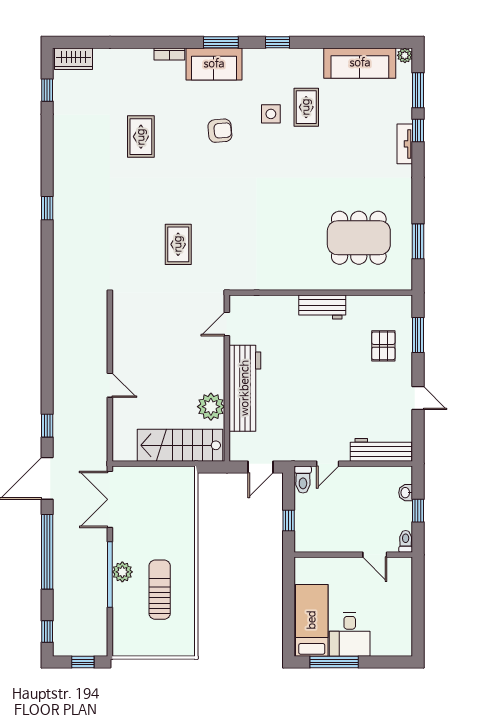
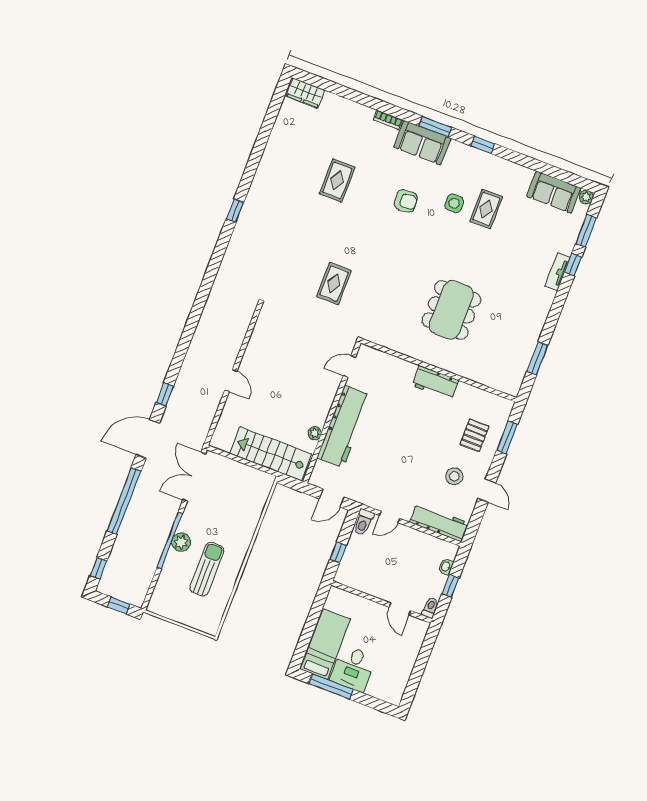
sofa: (360, 63) -> (554, 192), width x0.73
window: (47, 90) -> (273, 111), removed
dining table: (359, 238) -> (451, 310), moved, turned 90
stool: (379, 396) -> (454, 476), added
plant: (211, 407) -> (315, 433), width x0.53, depth x0.53

